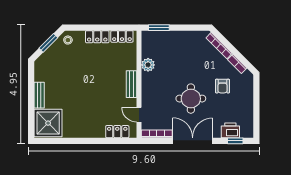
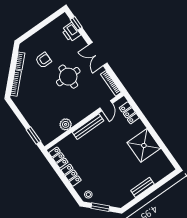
bench: (131, 84) -> (88, 127), width x1.36
shower: (48, 123) -> (144, 145), moved
double door: (193, 141) -> (98, 54), width x0.73

